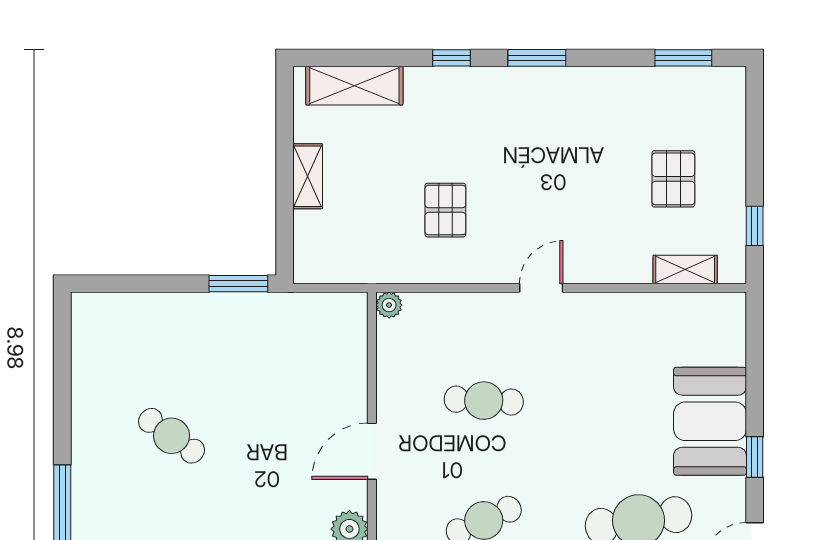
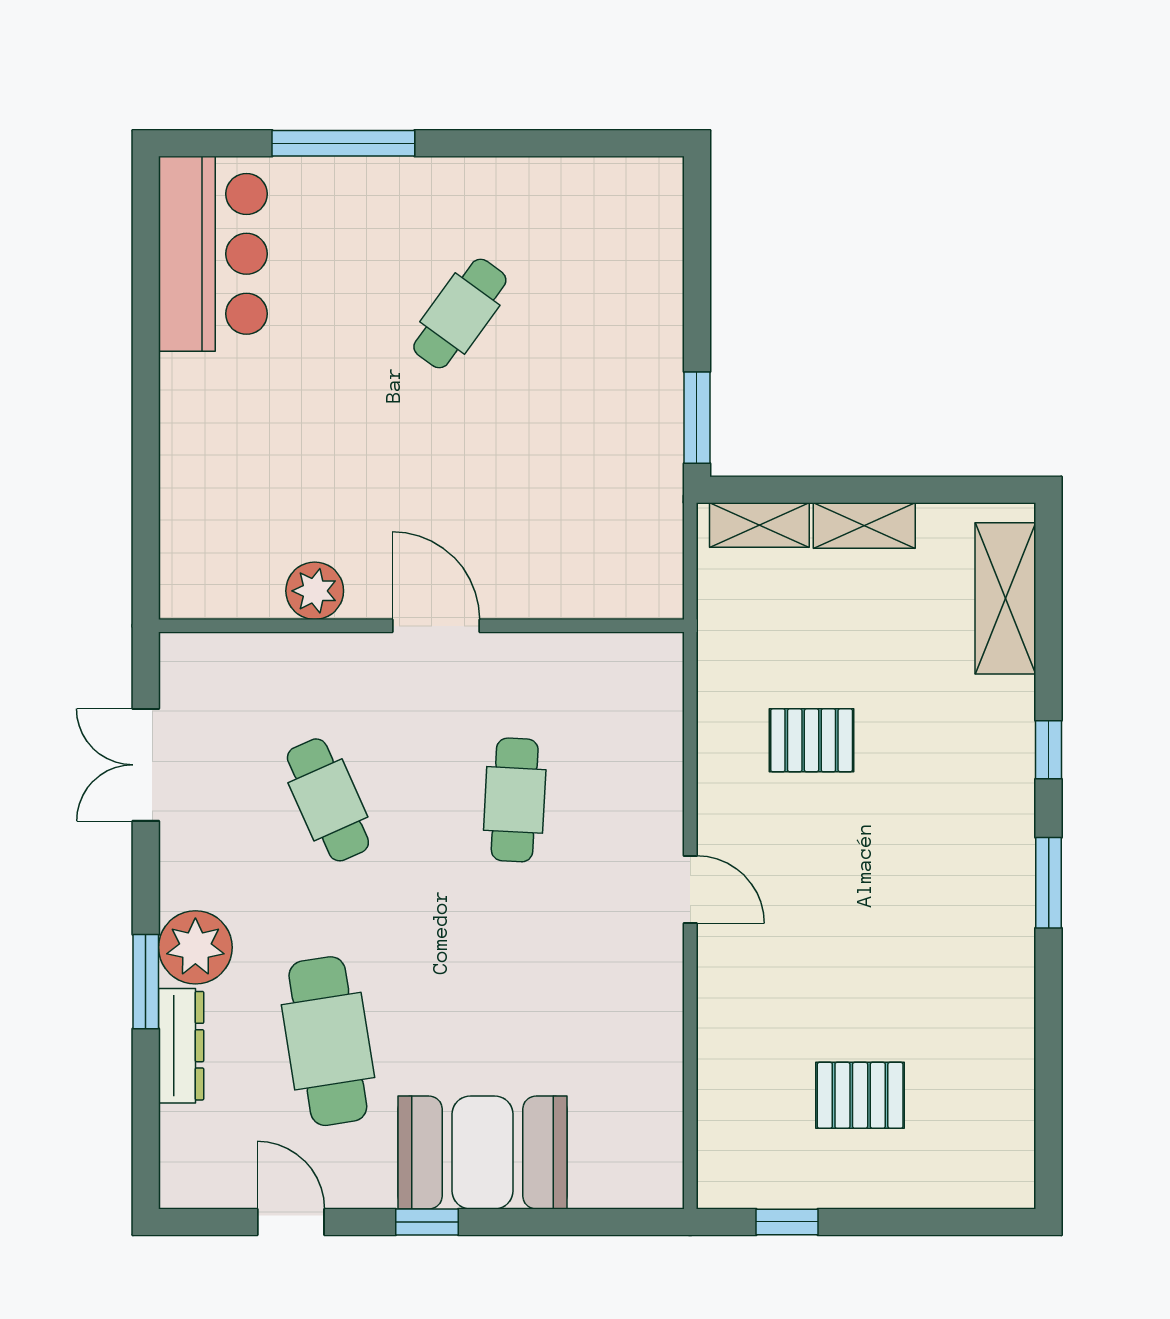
window: (683, 58) -> (1049, 1111), removed
shelving: (685, 270) -> (759, 525), moved, turned 90
plant: (389, 305) -> (664, 652), removed

